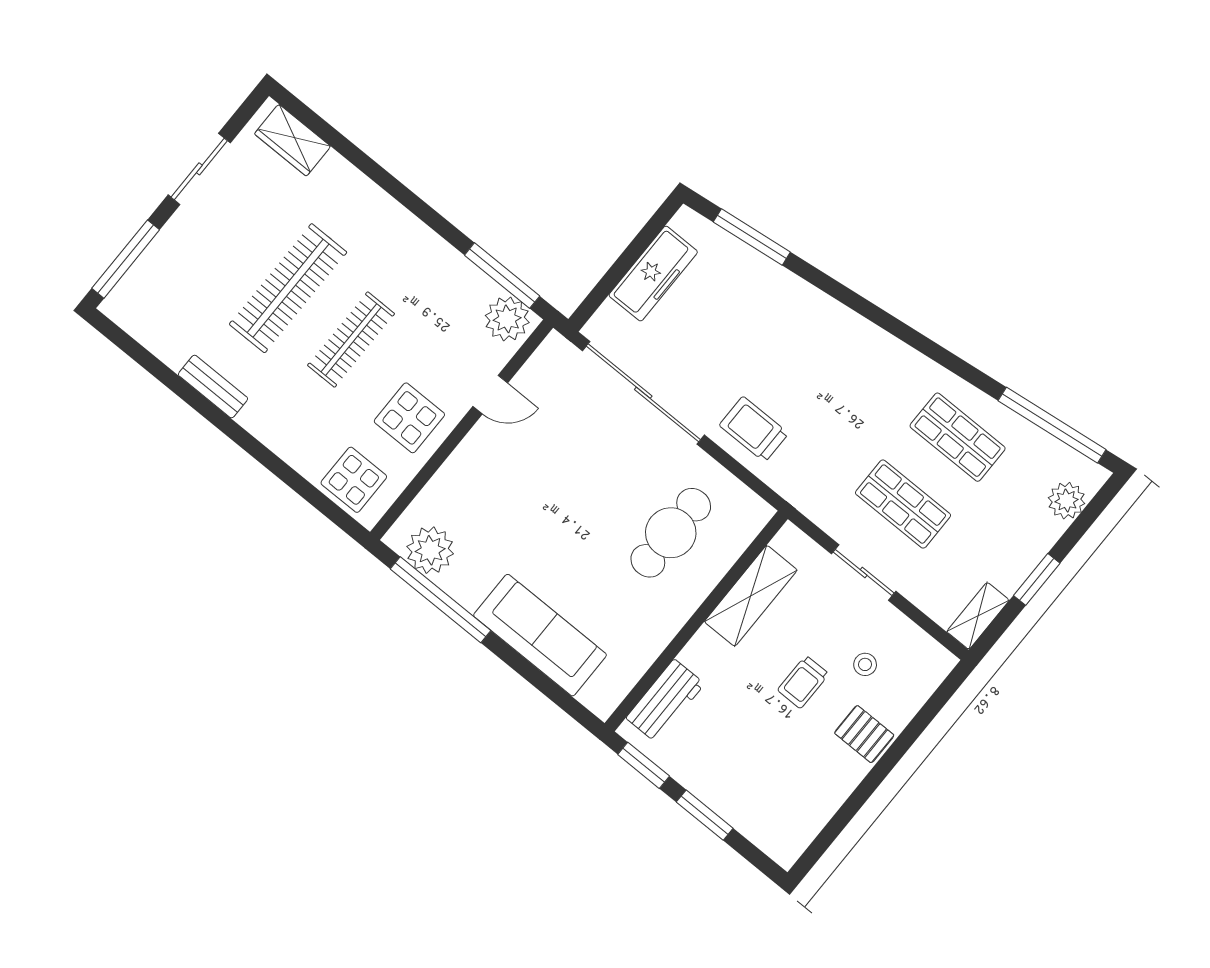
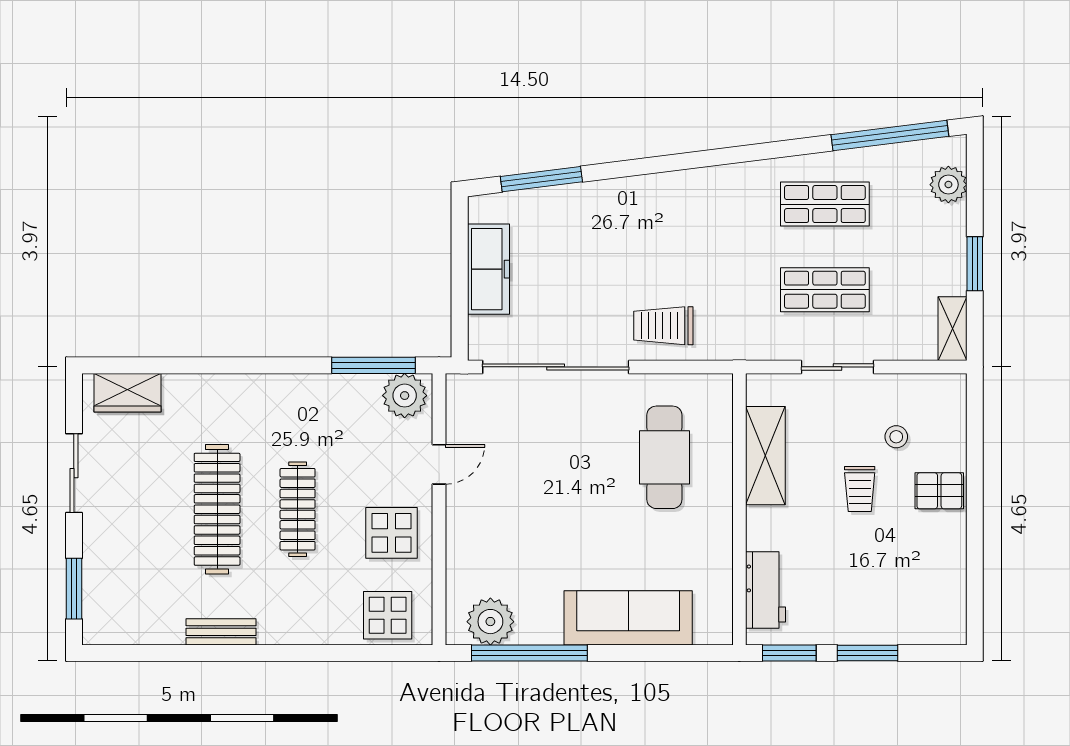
window: (126, 259) -> (74, 589), width x0.69

